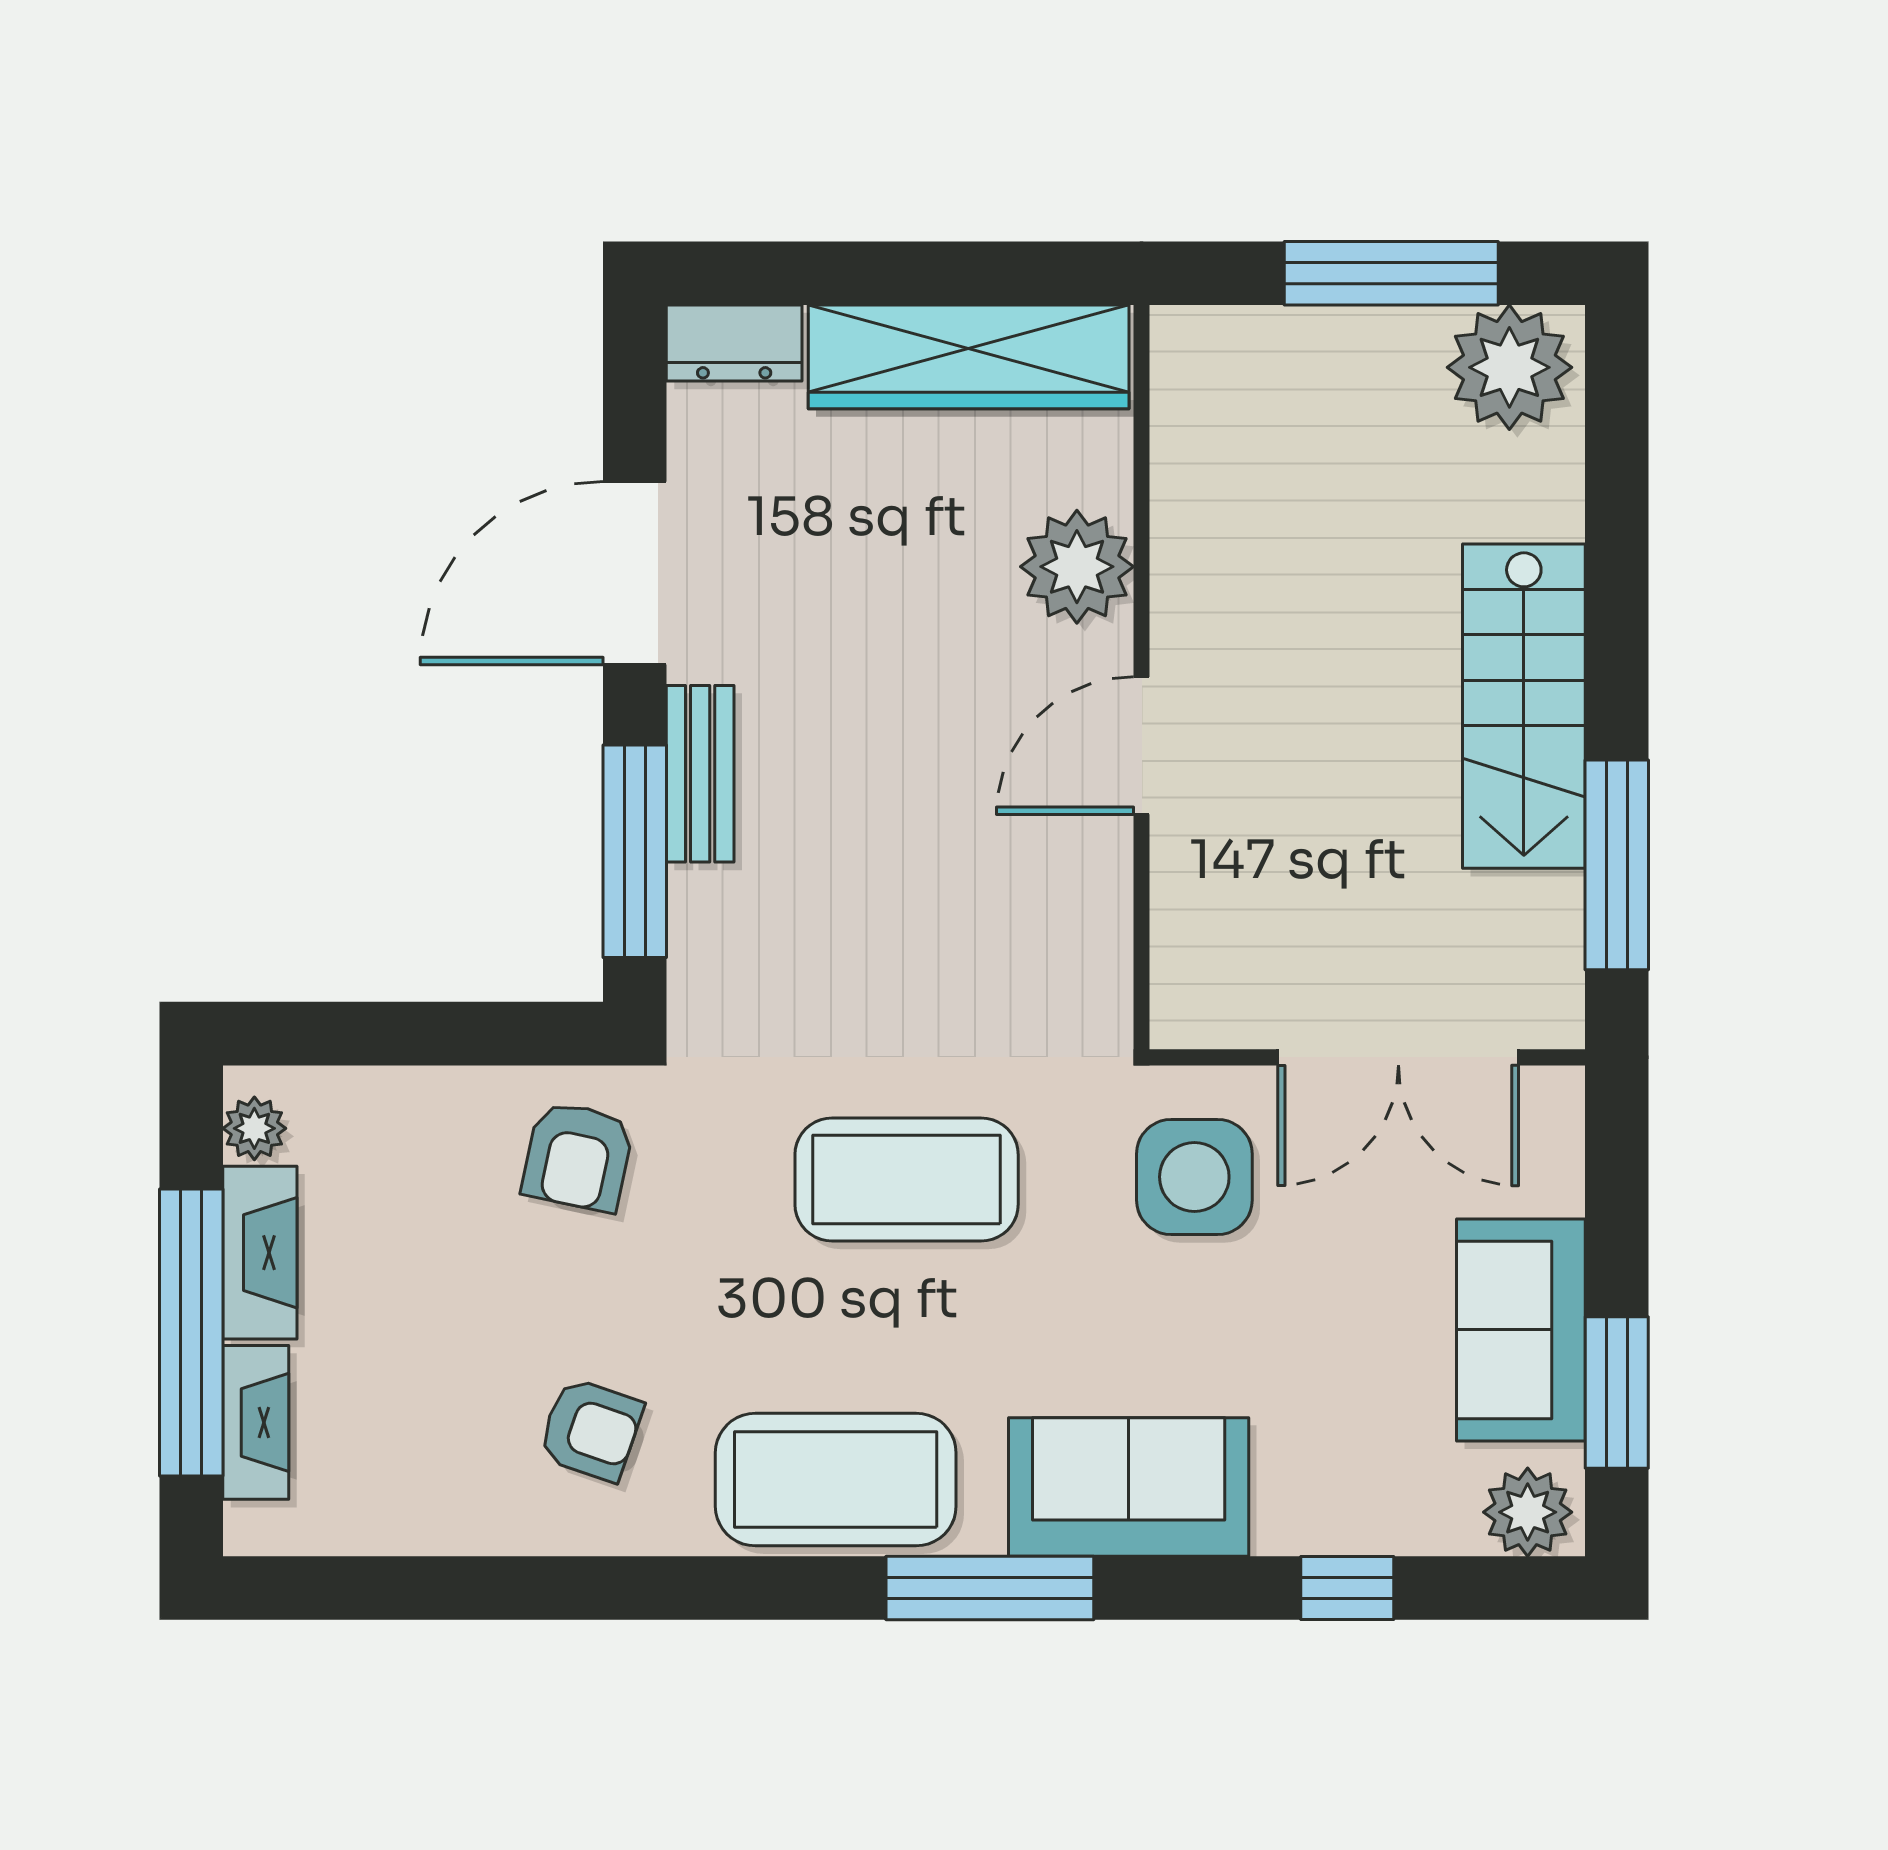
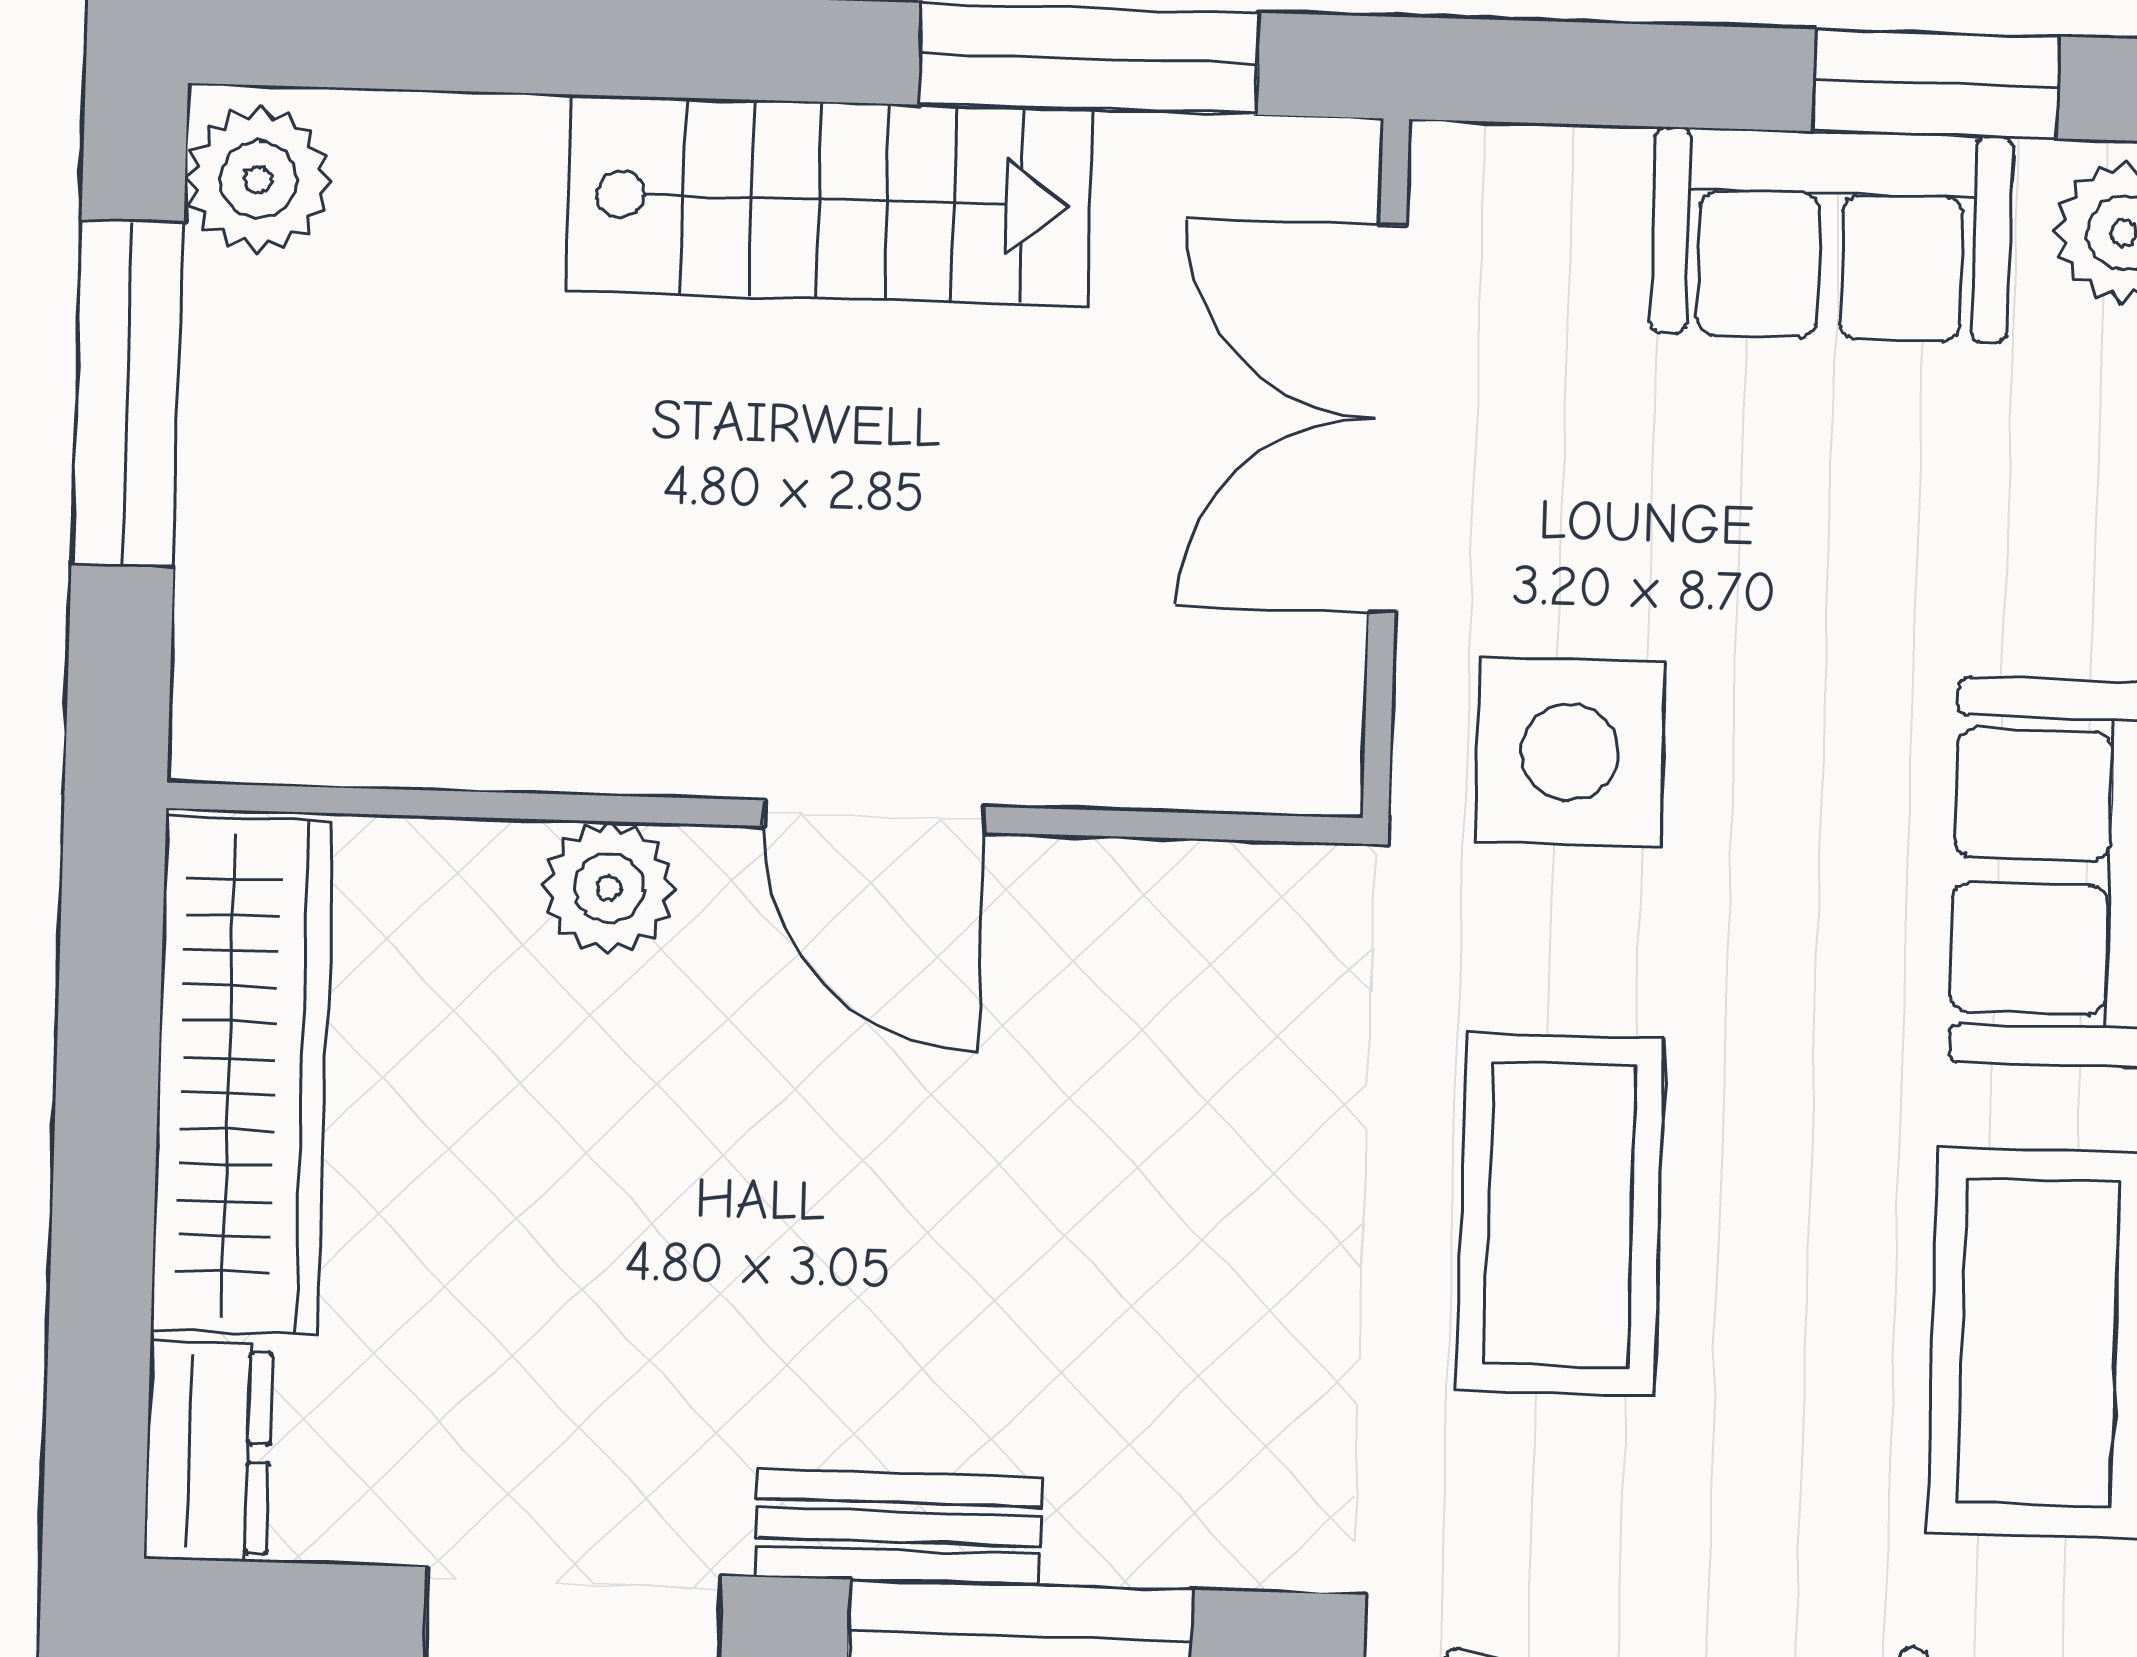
plant: (1509, 367) -> (258, 180), width x0.73, depth x0.73
plant: (1077, 567) -> (609, 888), width x0.73, depth x0.73
double door: (1398, 1057) -> (1387, 419), swing flipped

